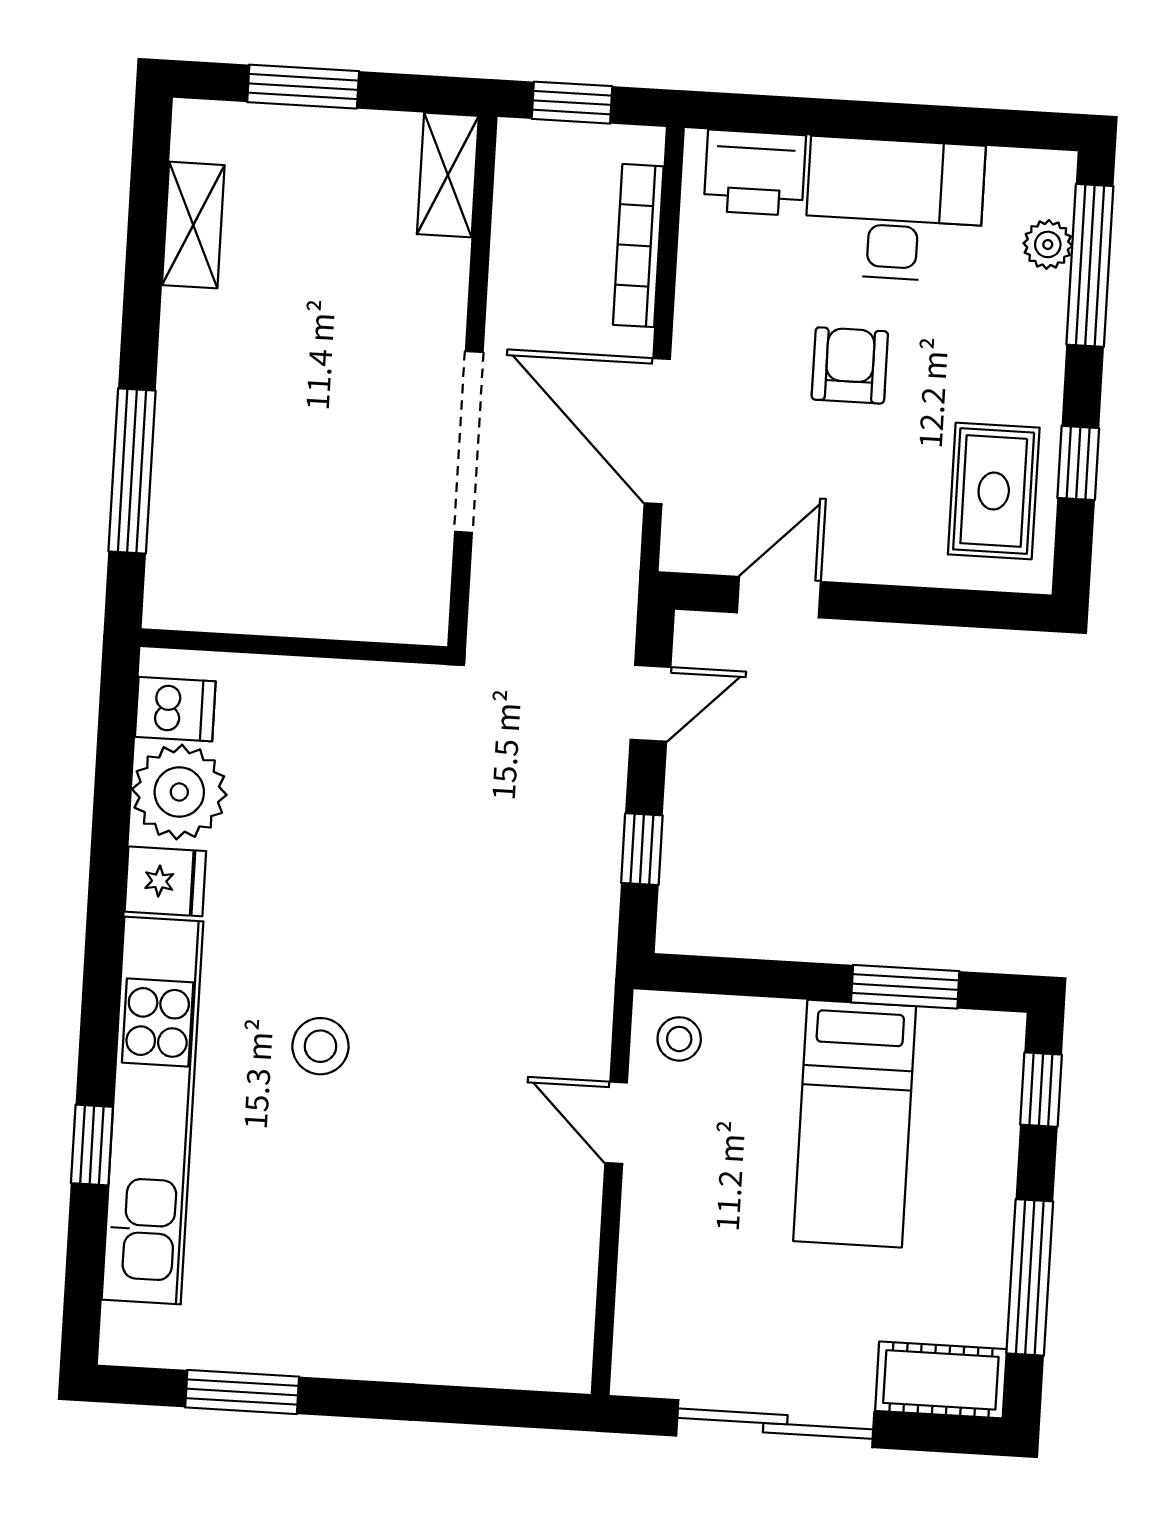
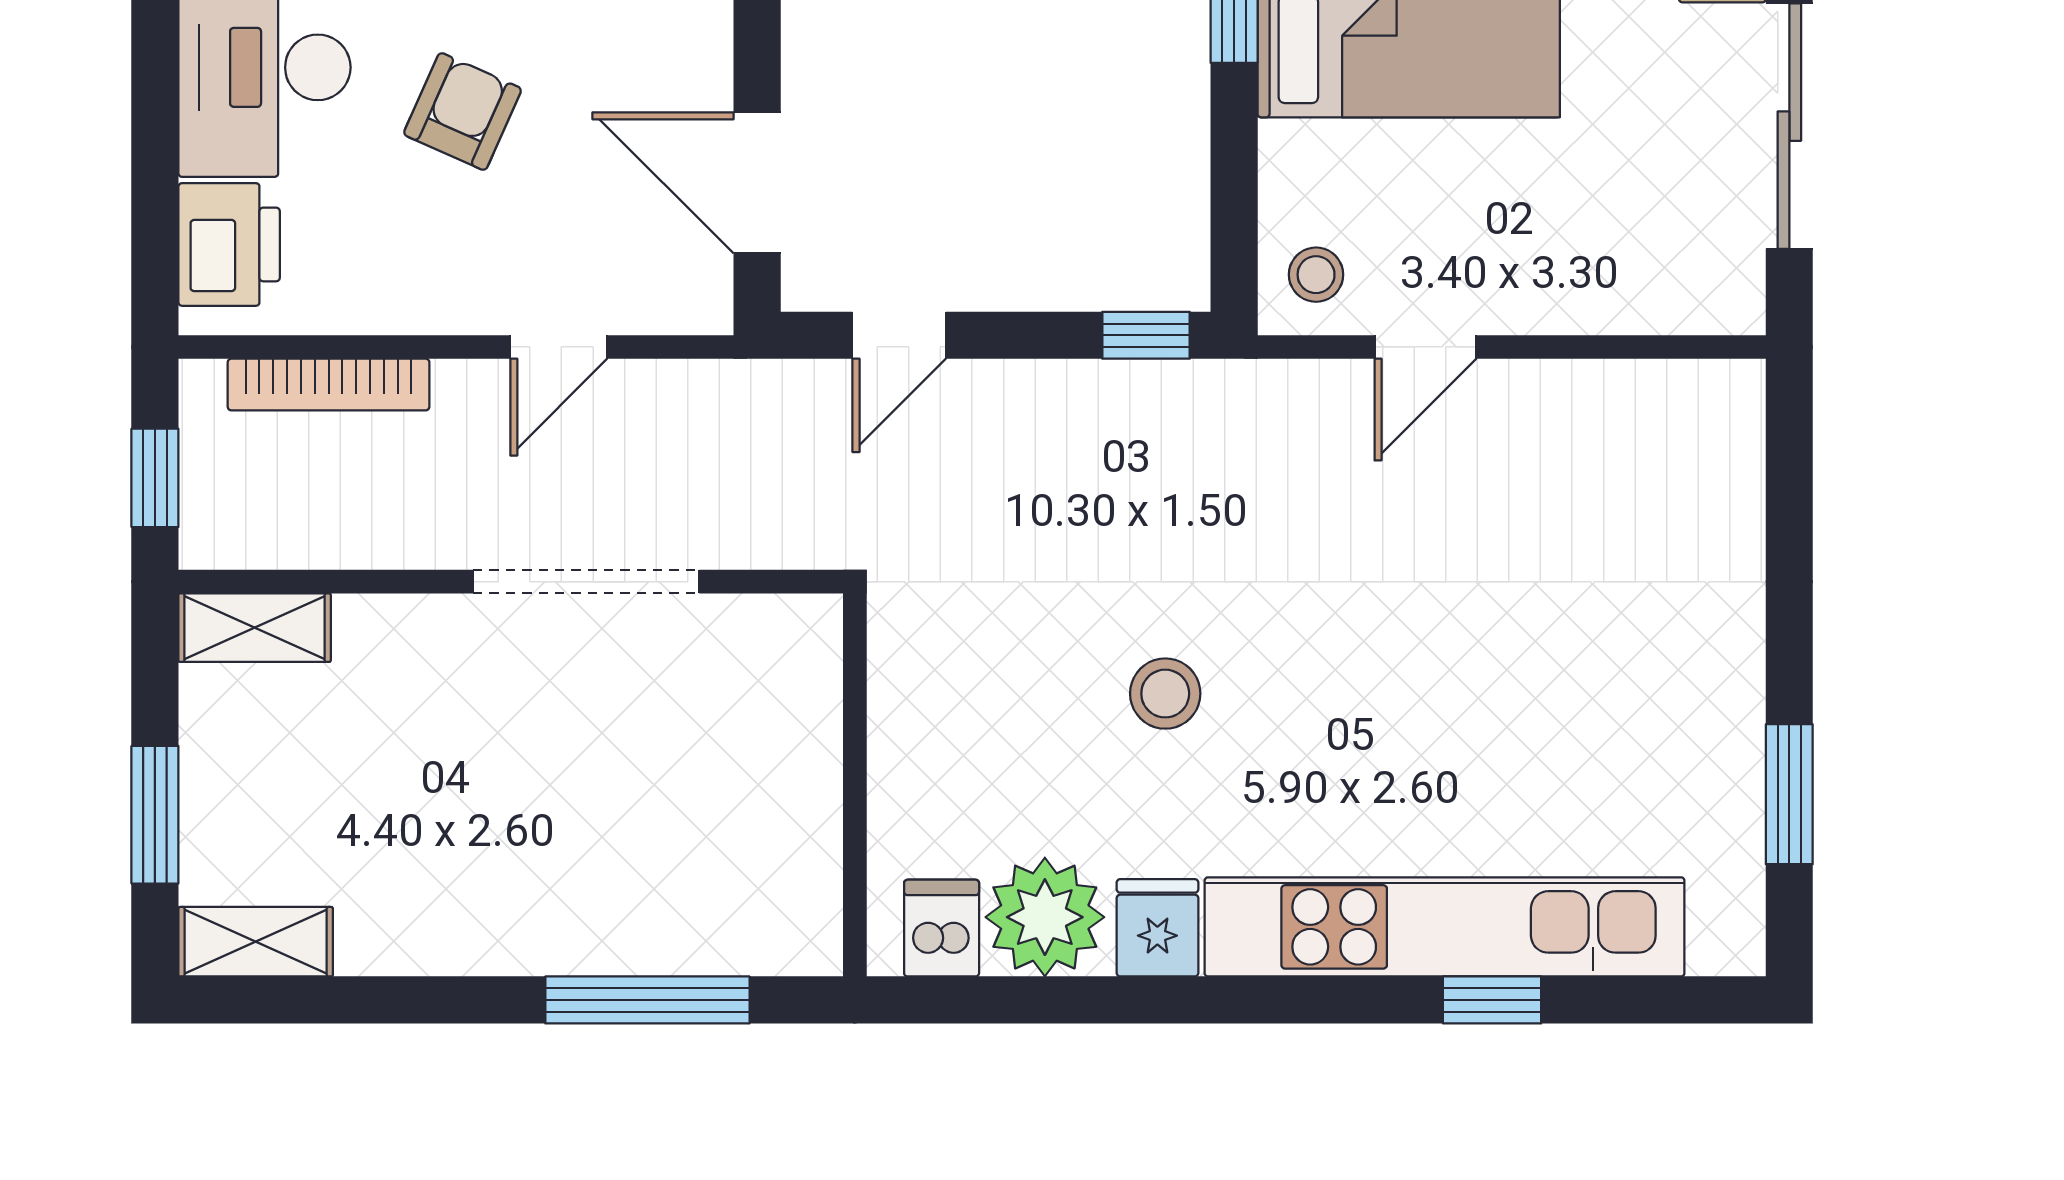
shelving: (193, 225) -> (256, 942), moved
armchair: (850, 365) -> (463, 112), turned 114
door: (657, 431) -> (559, 347), width x0.53
door: (779, 597) -> (757, 183), width x1.38
door: (651, 703) -> (899, 335), swing flipped
window: (642, 849) -> (1146, 335), moved
stool: (320, 1046) -> (1165, 694), moved

